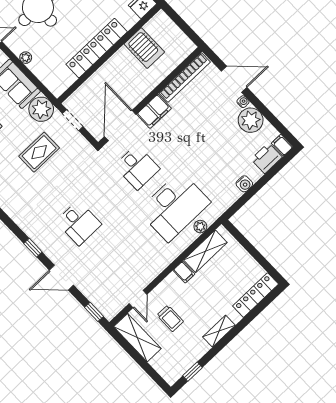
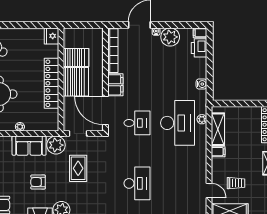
server rack: (121, 70) -> (76, 82), added
water cooler: (244, 184) -> (201, 84), moved
desk: (79, 223) -> (137, 183), width x1.37

